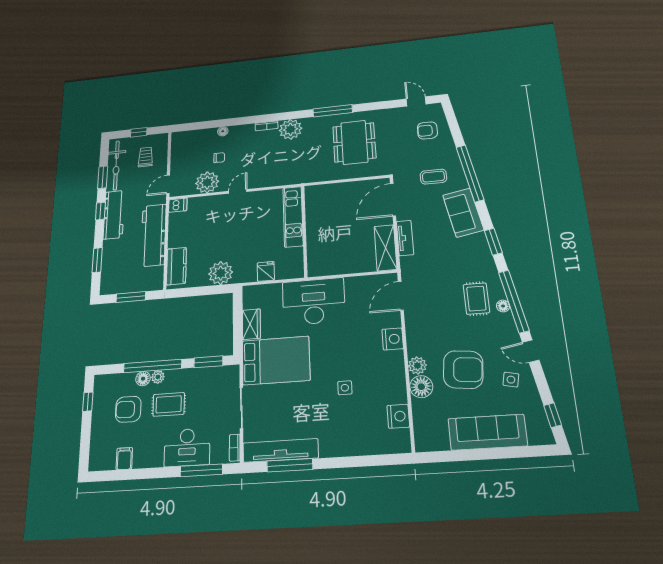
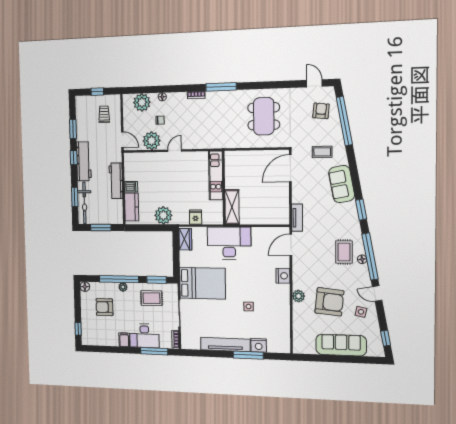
window: (333, 111) -> (221, 87), moved
plant: (291, 129) -> (142, 102), moved
armchair: (427, 130) -> (321, 111), turned 96
bicycle: (116, 165) -> (84, 203), moved
window: (470, 173) -> (344, 121), moved
door: (168, 184) -> (122, 140), swing flipped
dishwasher: (178, 205) -> (131, 187), moved
workbench: (153, 235) -> (116, 181), width x0.73, depth x0.76
tv unit: (405, 238) -> (297, 218), moved
shelving: (385, 248) -> (232, 207), moved
wardrobe: (251, 324) -> (185, 239), moved
floor lamp: (143, 379) -> (85, 287), moved
floor lamp: (421, 387) -> (300, 311), removed
window: (88, 402) -> (78, 329), moved
rug: (169, 404) -> (152, 298), moved
nightstand: (398, 416) -> (259, 345), moved, turned 90
tv unit: (280, 450) -> (225, 344), moved
filing cabinet: (124, 459) -> (124, 340), moved
window: (290, 465) -> (248, 355), moved

